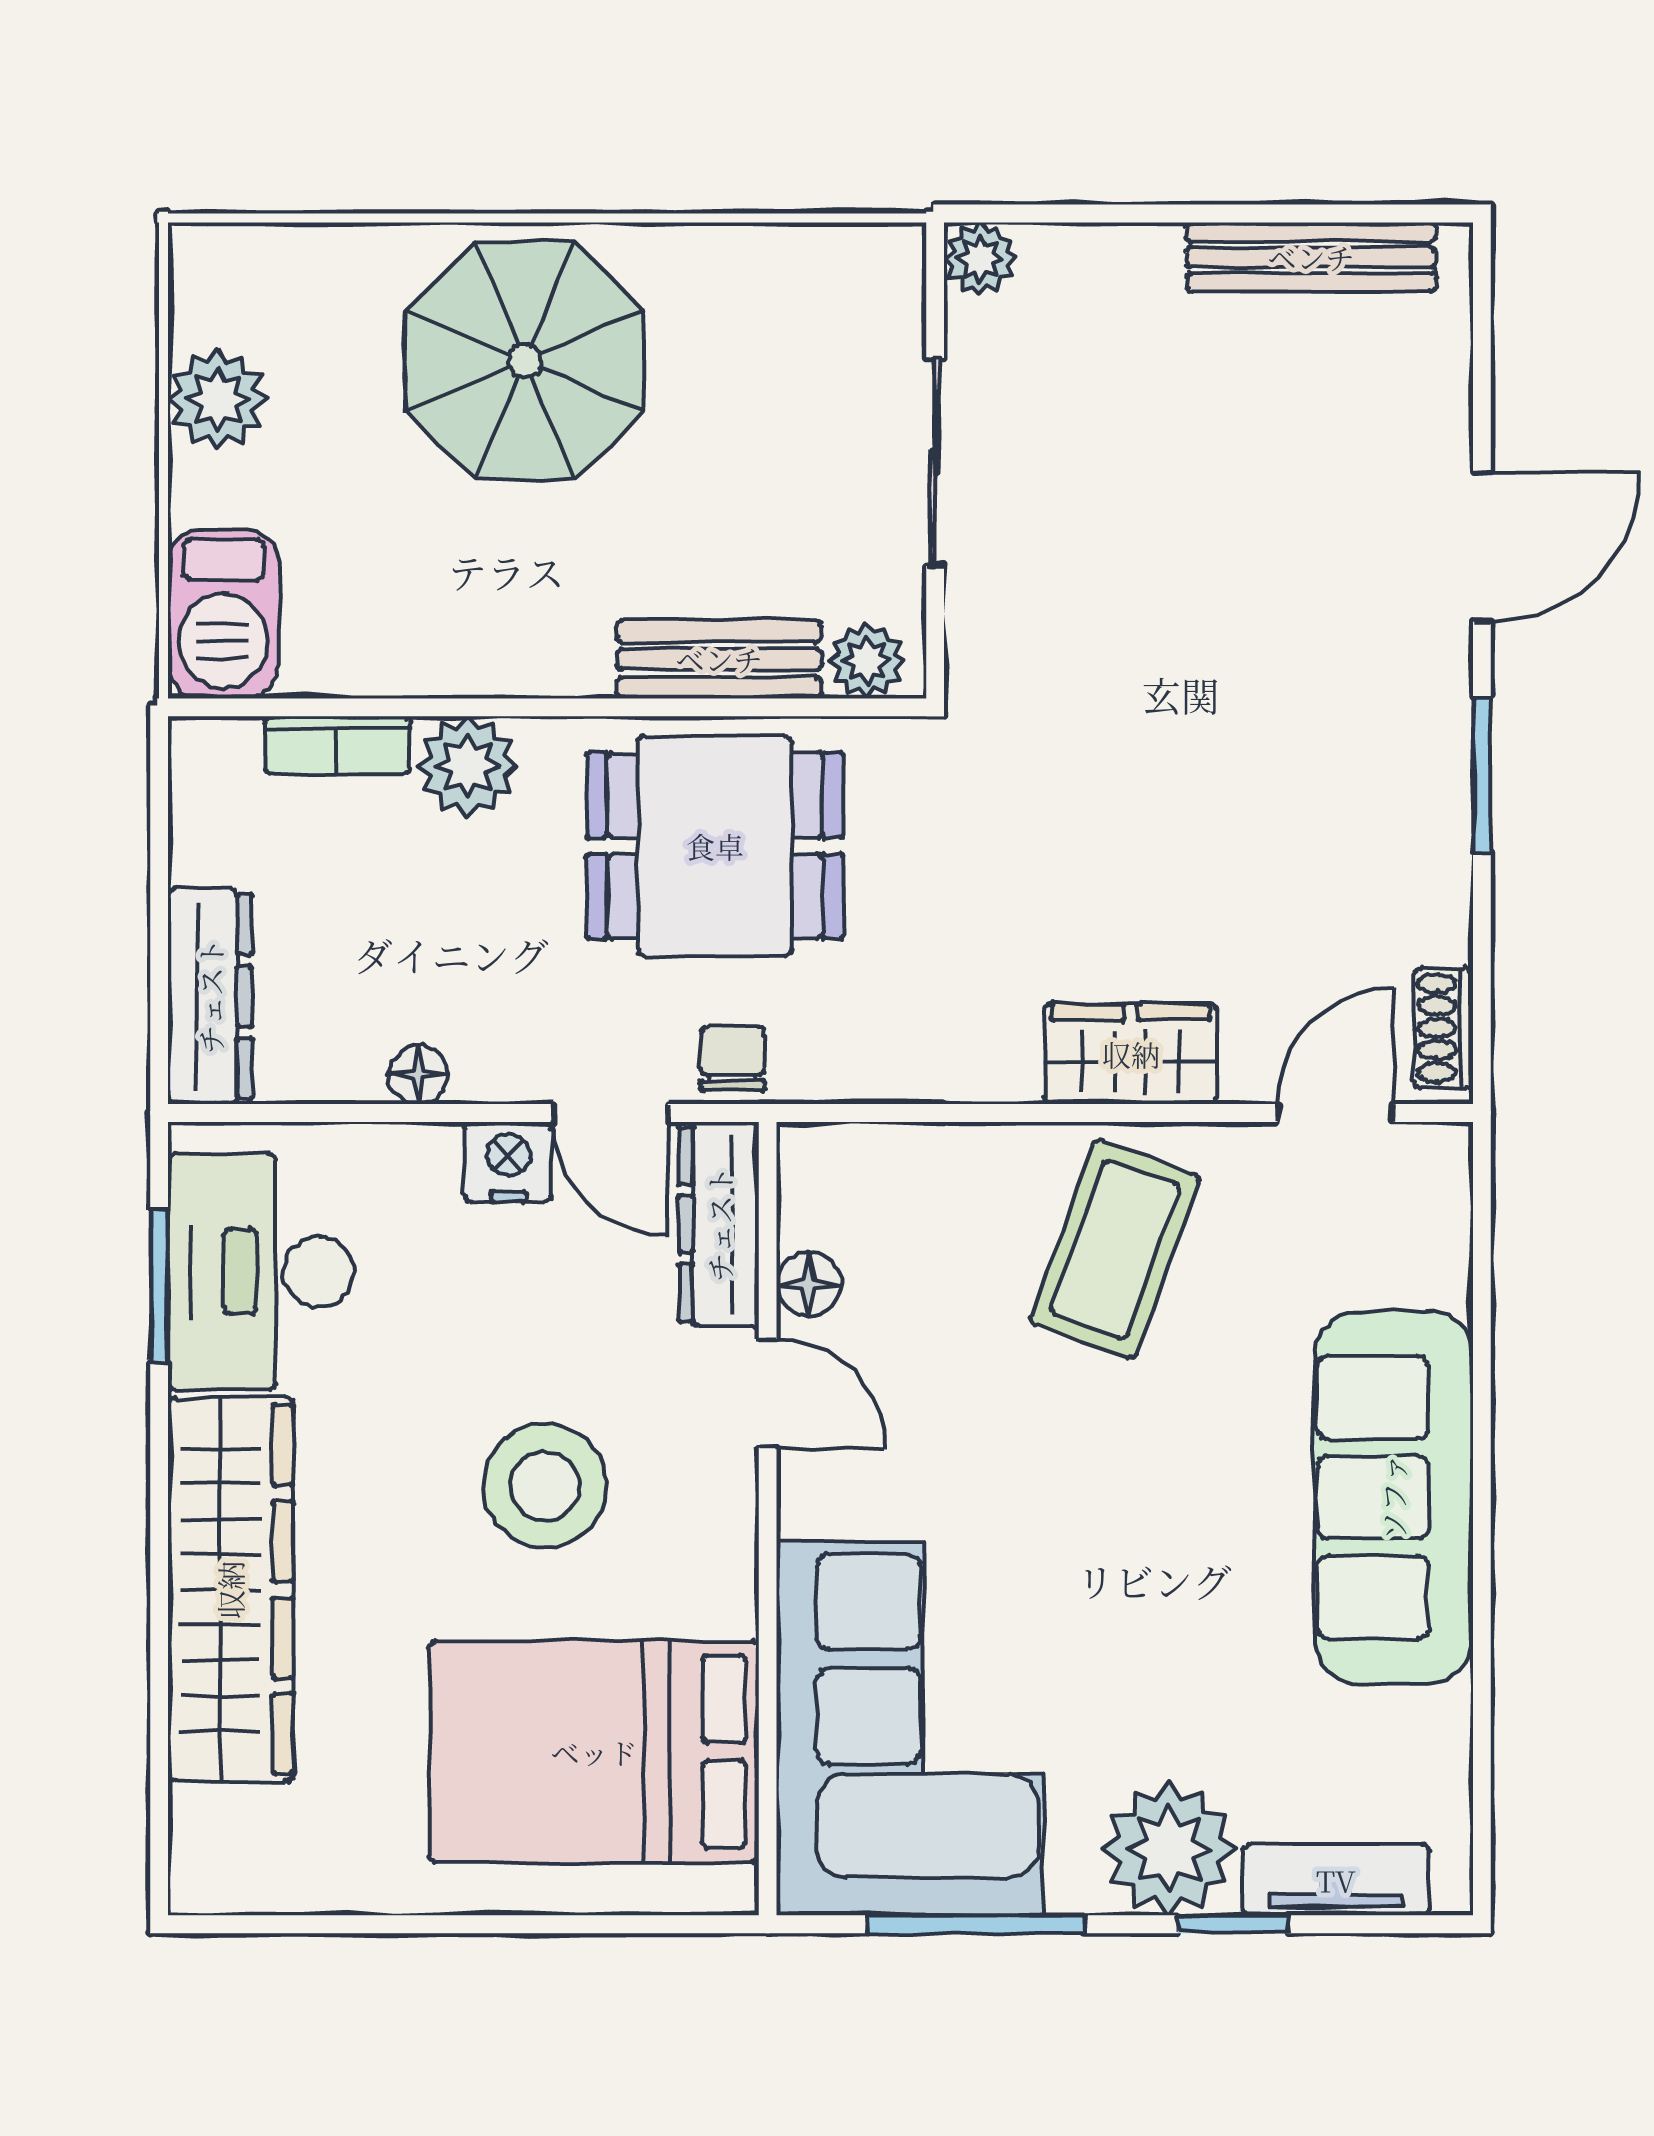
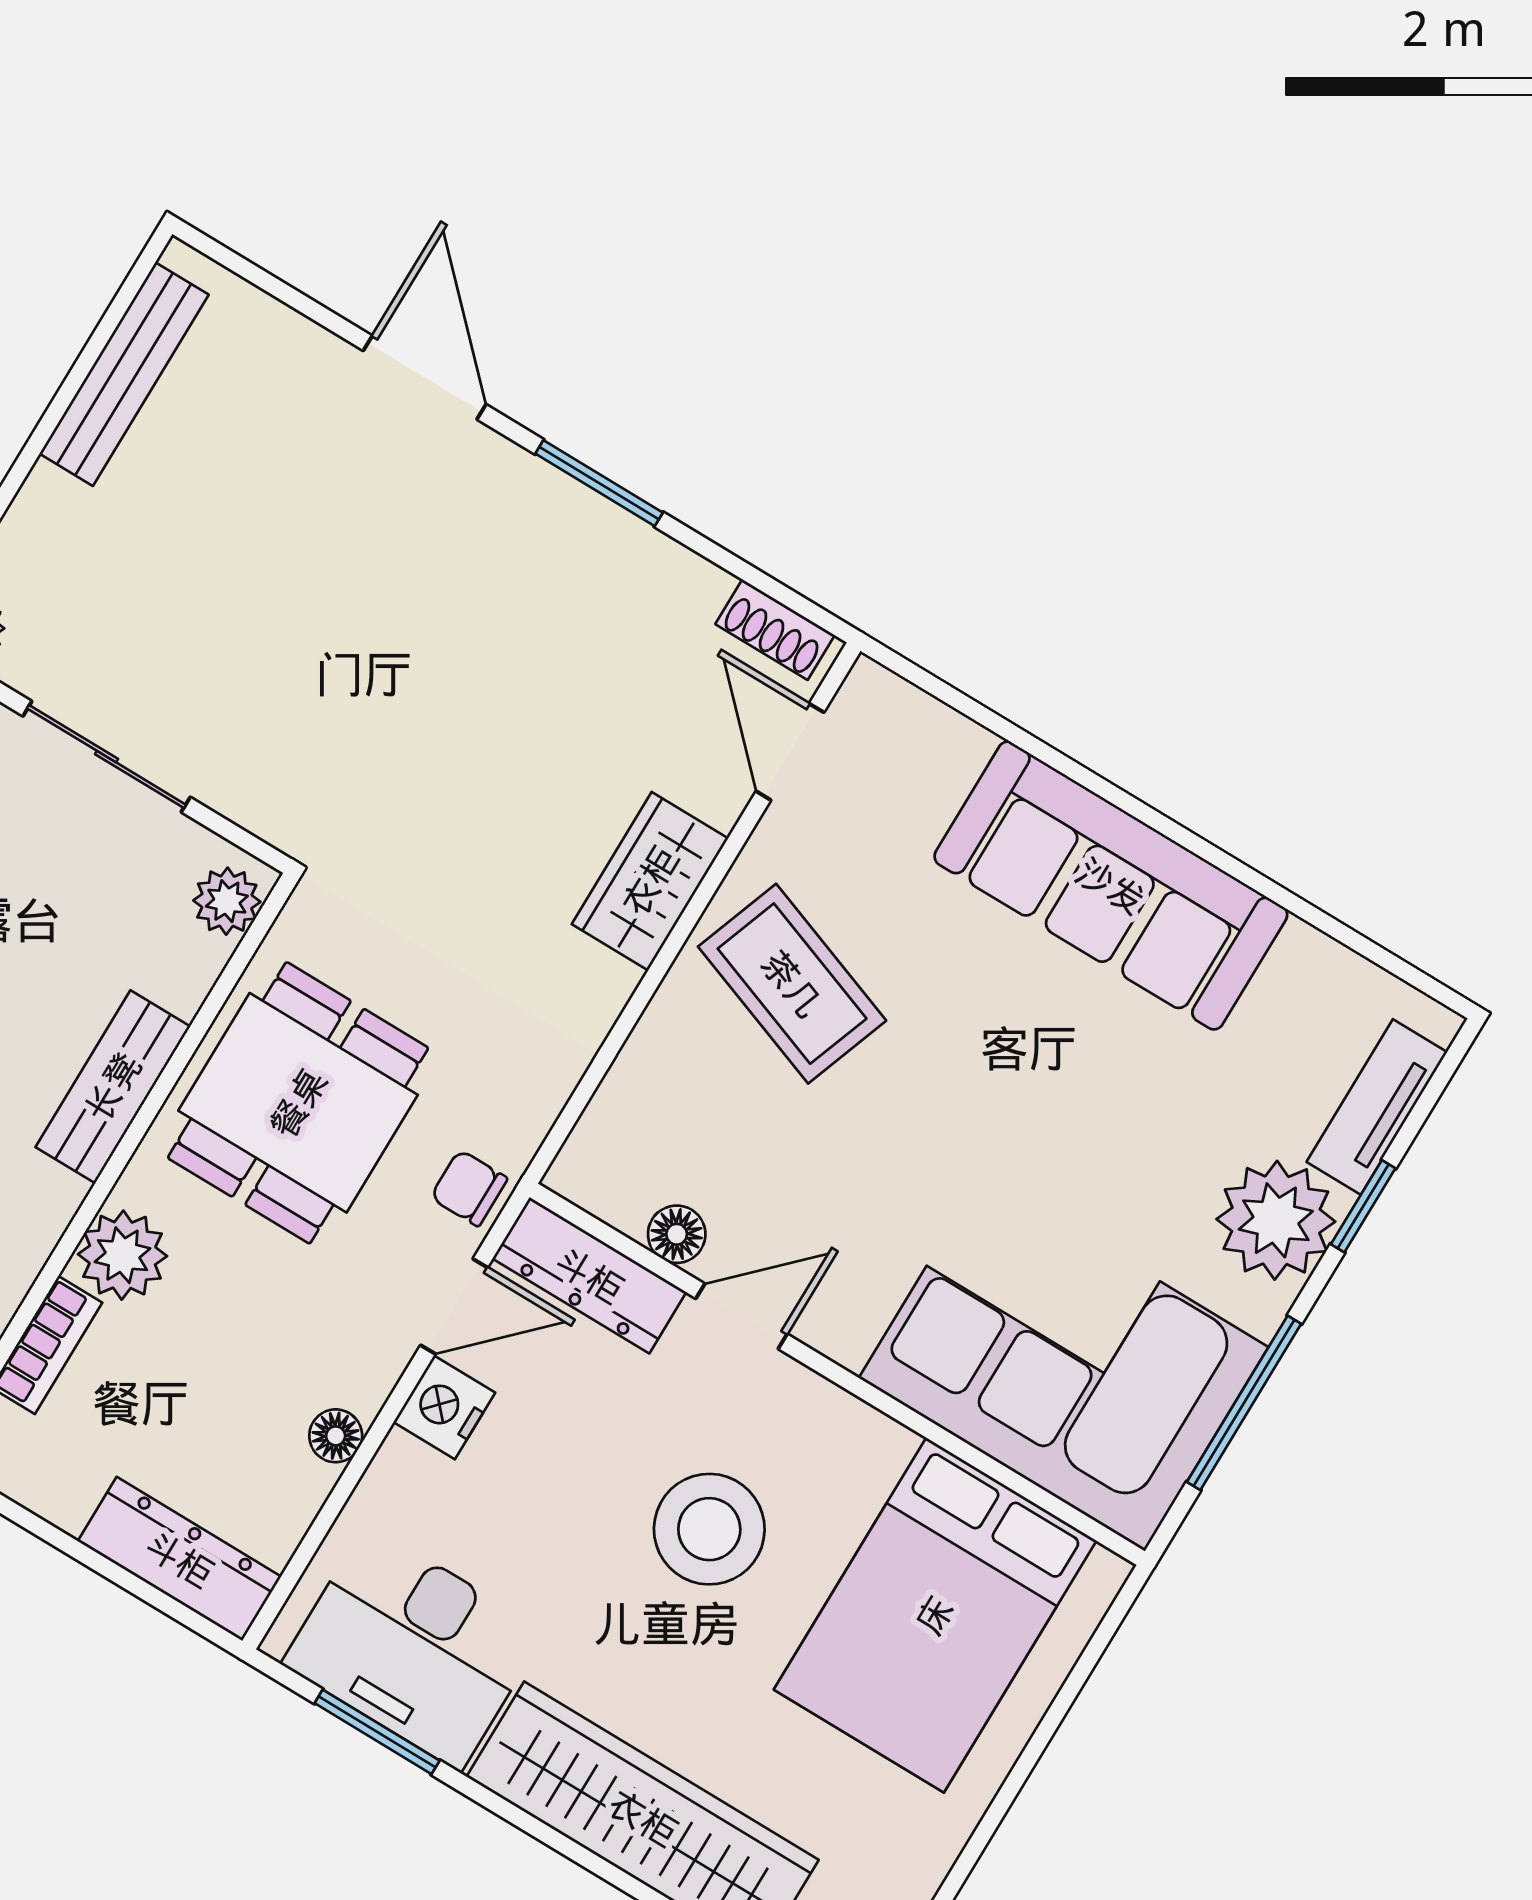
bench: (719, 659) -> (113, 1087), moved

